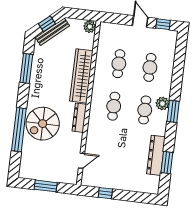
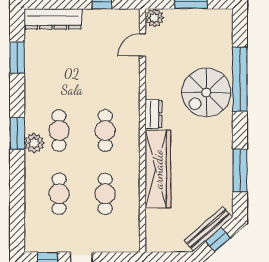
plant: (90, 27) -> (154, 18), moved
dresser: (79, 118) -> (153, 114), width x0.70
spiral stairs: (43, 124) -> (206, 92), turned 180
dresser: (156, 155) -> (53, 19), moved, turned 90

